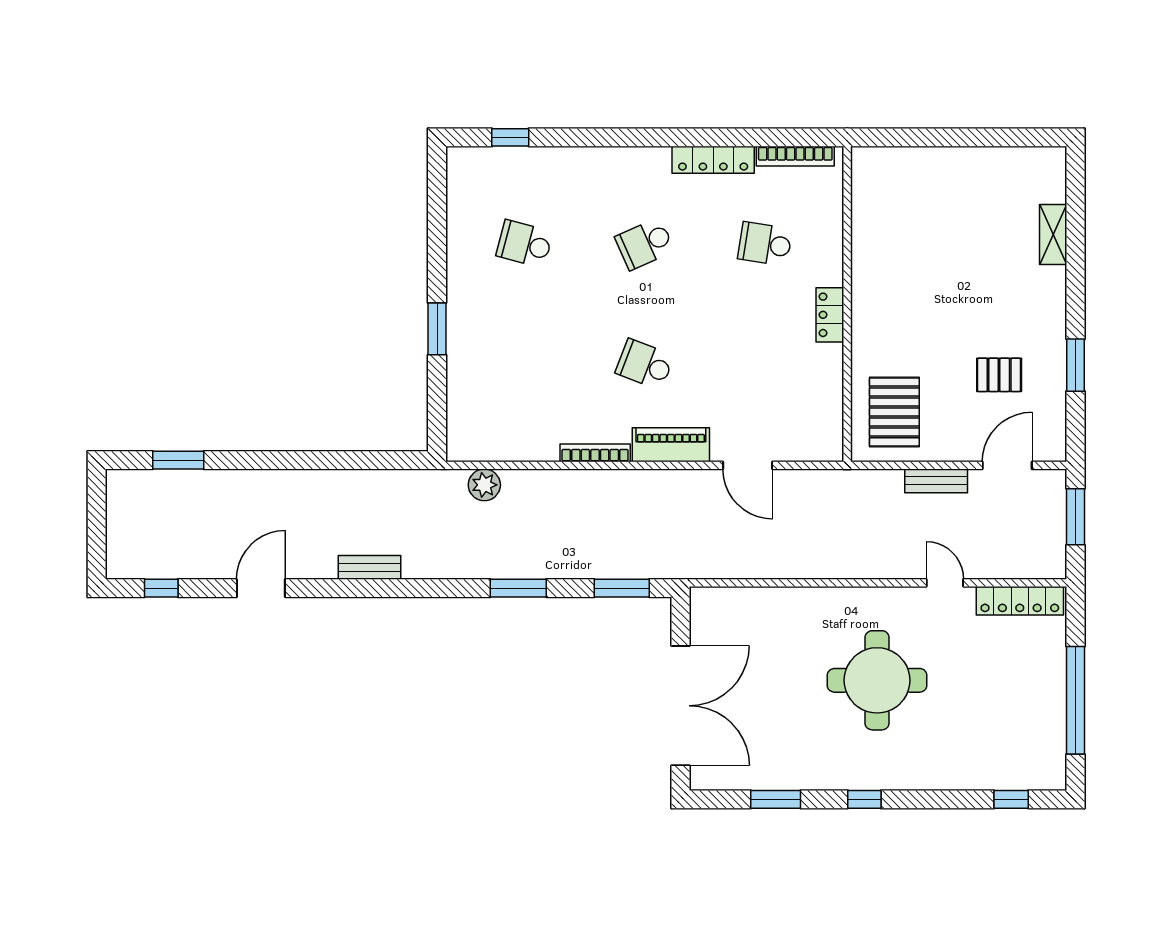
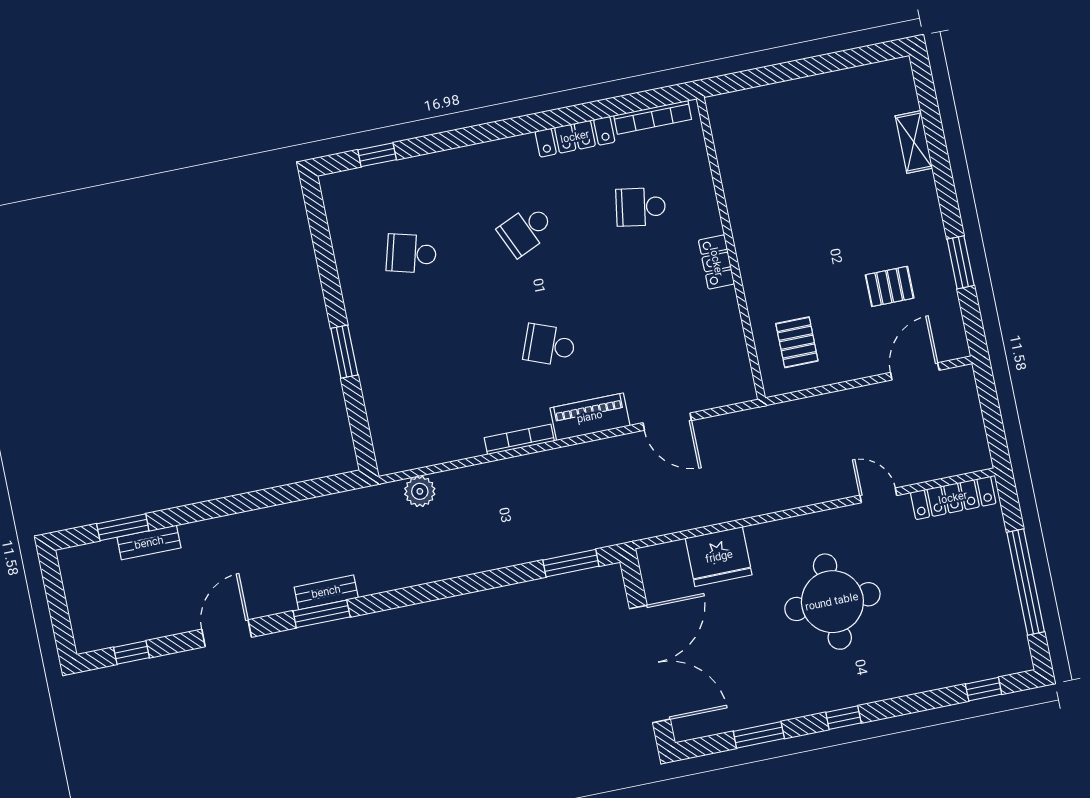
pallet: (894, 412) -> (797, 342), width x0.67, depth x0.71
bench: (936, 481) -> (149, 543), moved
window: (1075, 517) -> (990, 407), removed
window: (518, 588) -> (322, 614), moved
fridge: (772, 612) -> (719, 557), added

